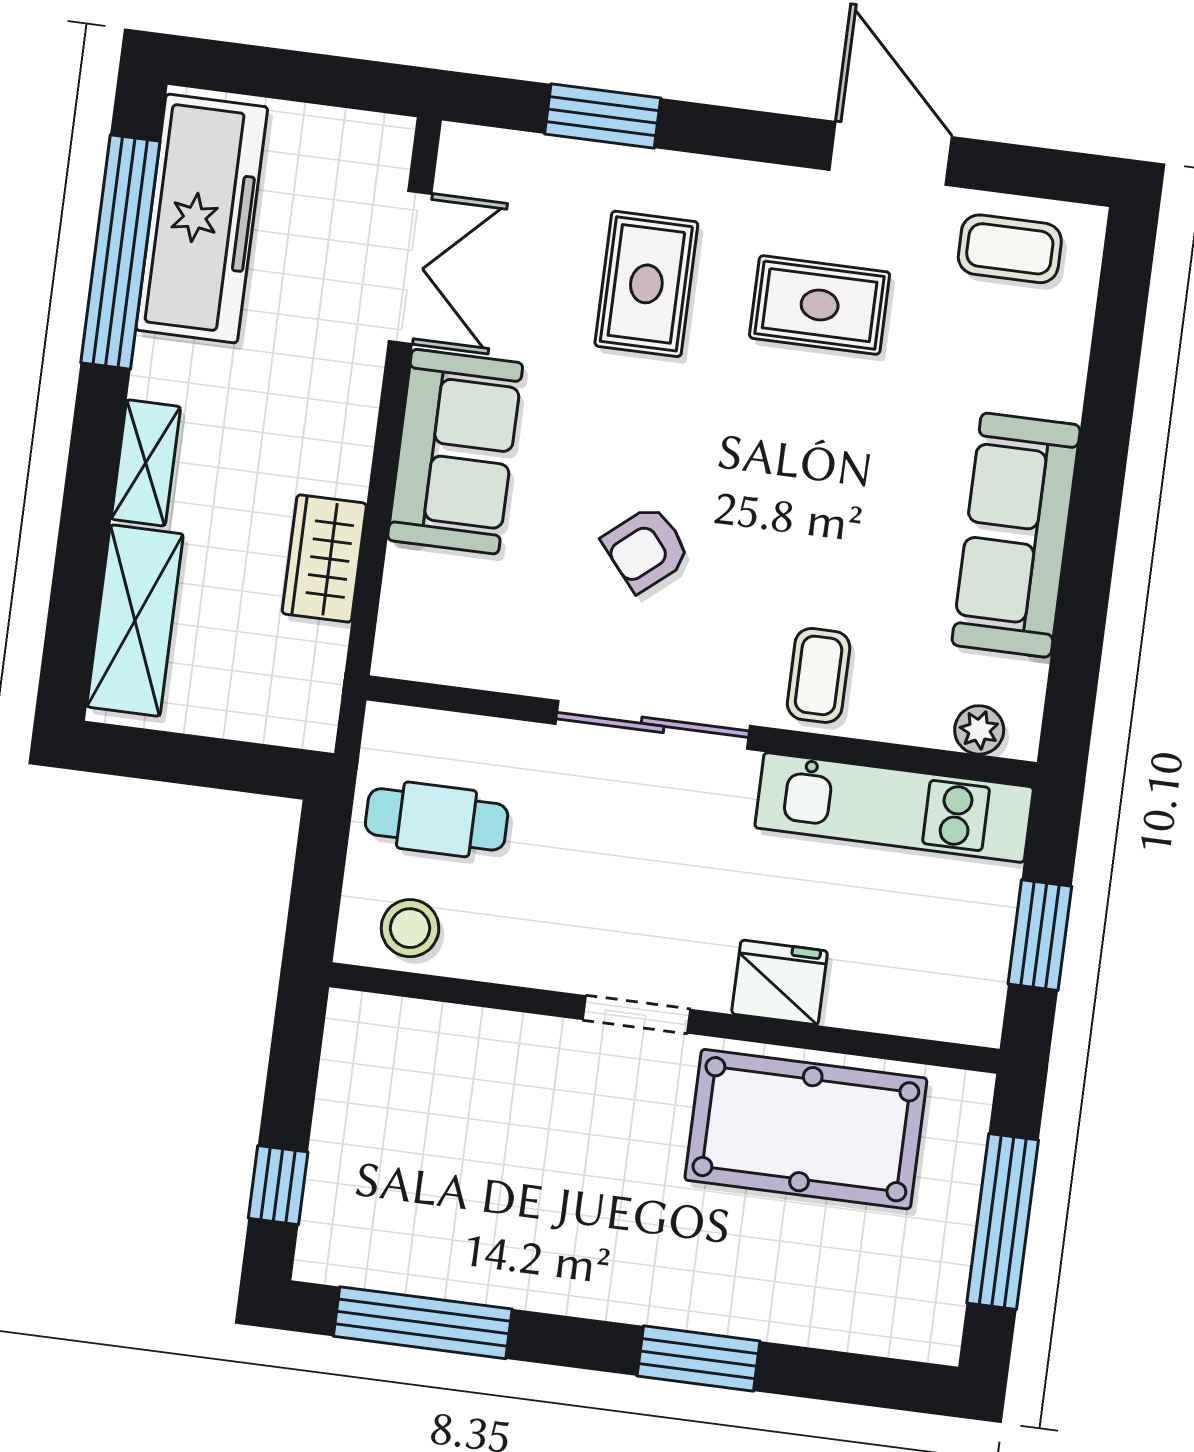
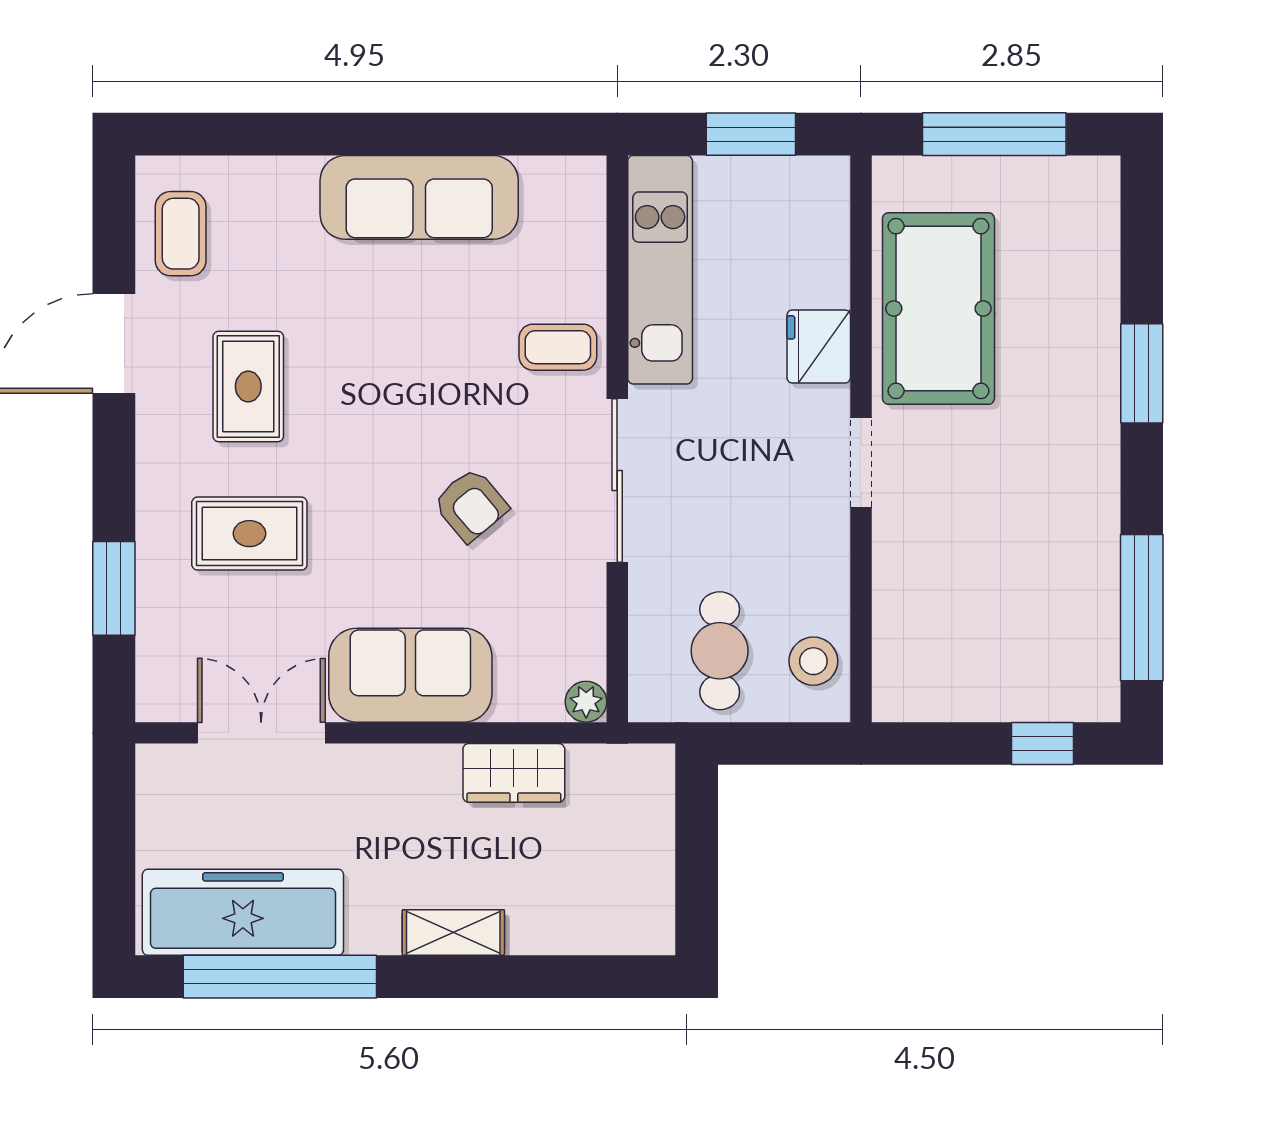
shelving: (135, 620) -> (586, 924), removed
plant: (979, 730) -> (586, 702), moved

